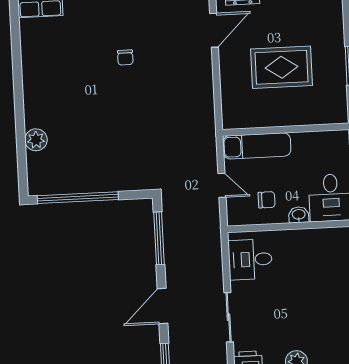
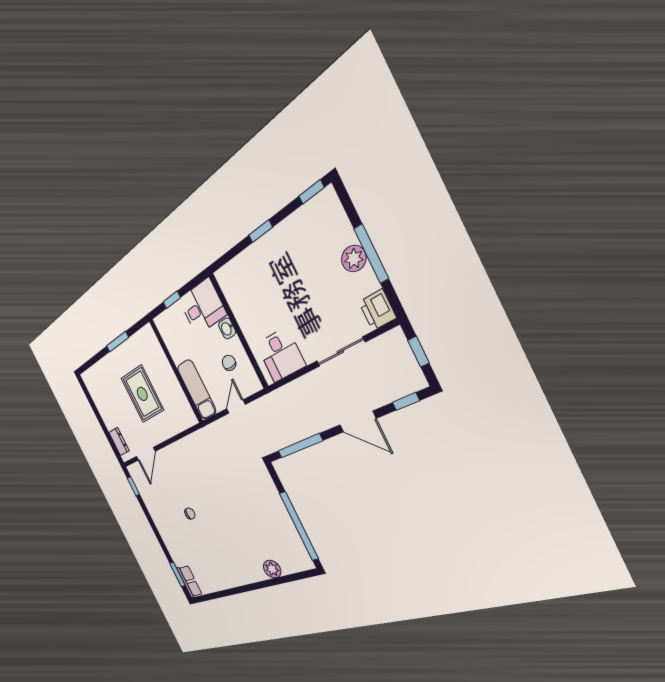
door: (214, 30) -> (146, 454), swing flipped

